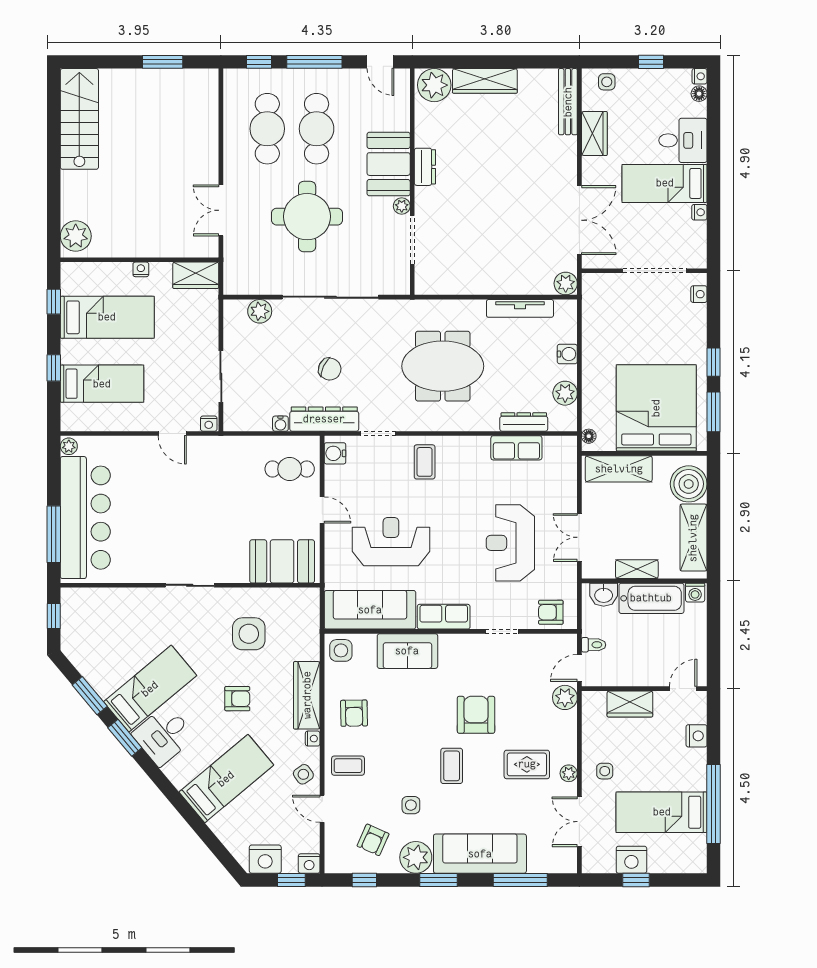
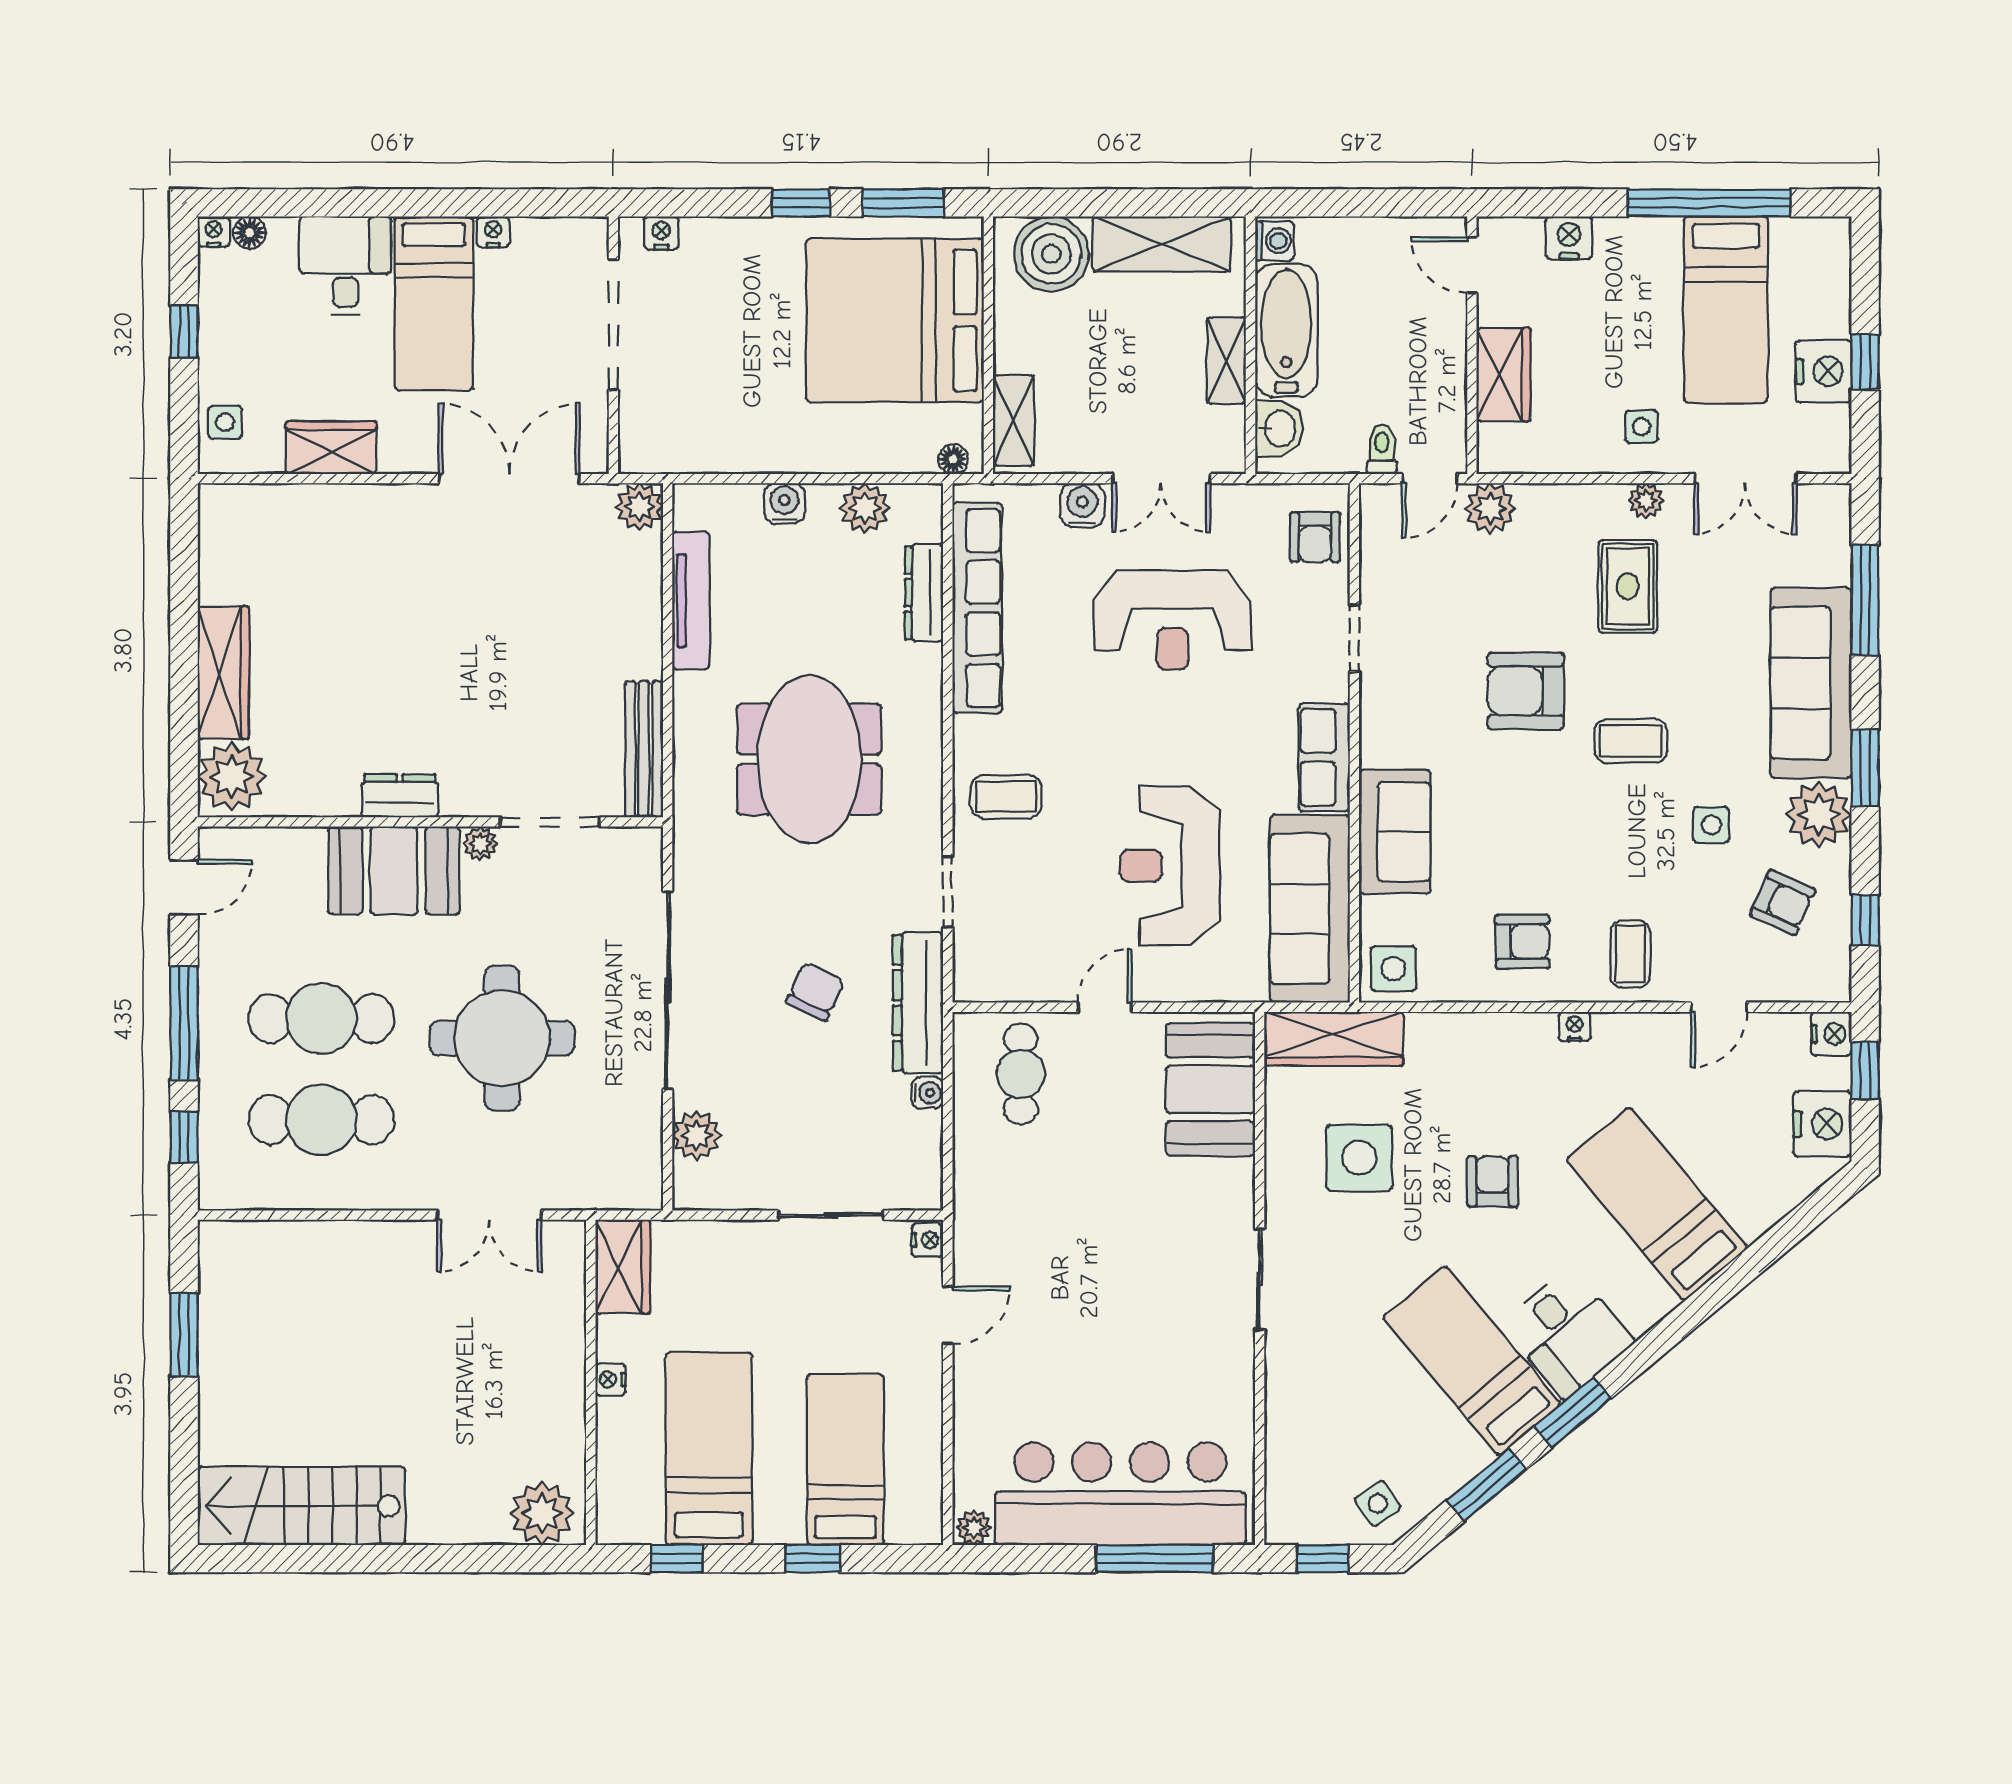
bench: (568, 102) -> (644, 749), moved, turned 90
row of seats: (516, 448) -> (977, 608), width x2.02
water cooler: (335, 453) -> (1082, 505), moved, turned 180
shelving: (619, 469) -> (1013, 420), width x0.67, depth x0.75
door: (579, 668) -> (1430, 479), hinge flipped
wardrobe: (307, 695) -> (1334, 1039), moved
side table: (303, 774) -> (1378, 1504), moved

